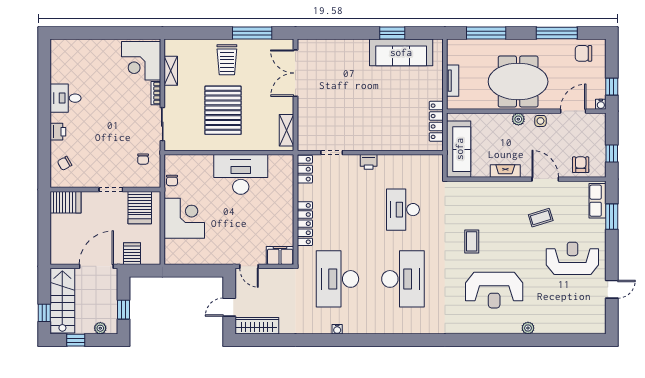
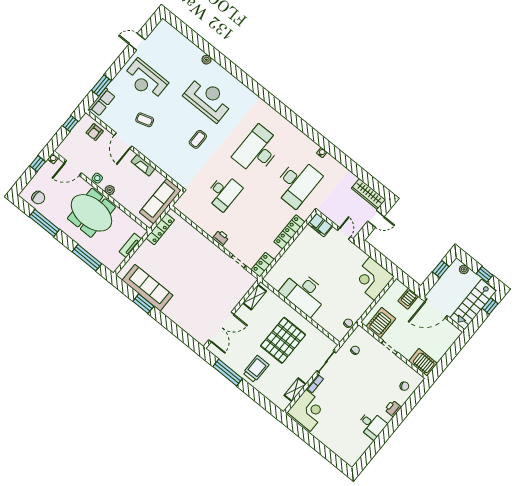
corner desk: (184, 218) -> (372, 279), moved

